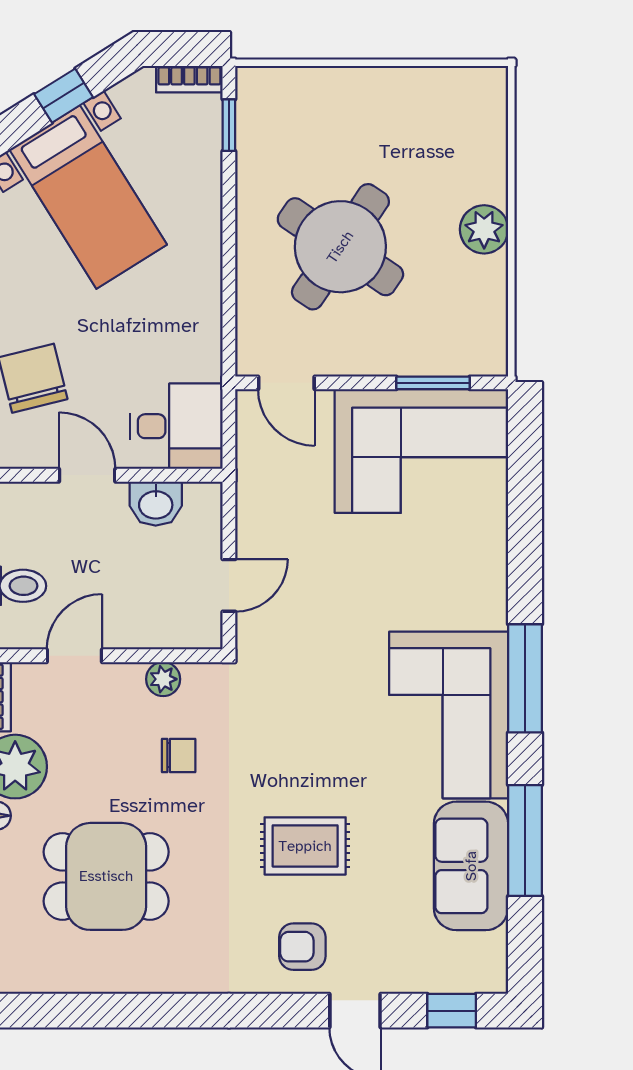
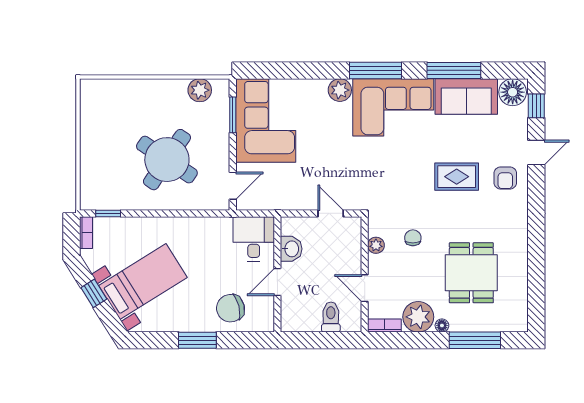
plant: (484, 229) -> (200, 90), moved
plant: (484, 604) -> (340, 90), added
rug: (305, 846) -> (457, 177), turned 90
floor lamp: (480, 962) -> (513, 92), added

